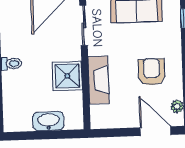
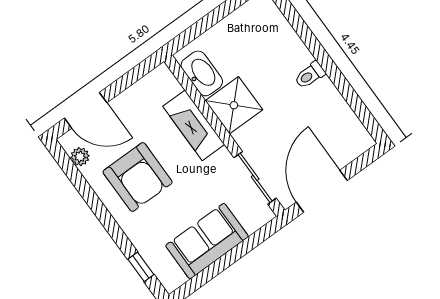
armchair: (152, 72) -> (138, 177), width x1.36, depth x1.36
washbasin: (48, 121) -> (202, 73), moved, turned -90

